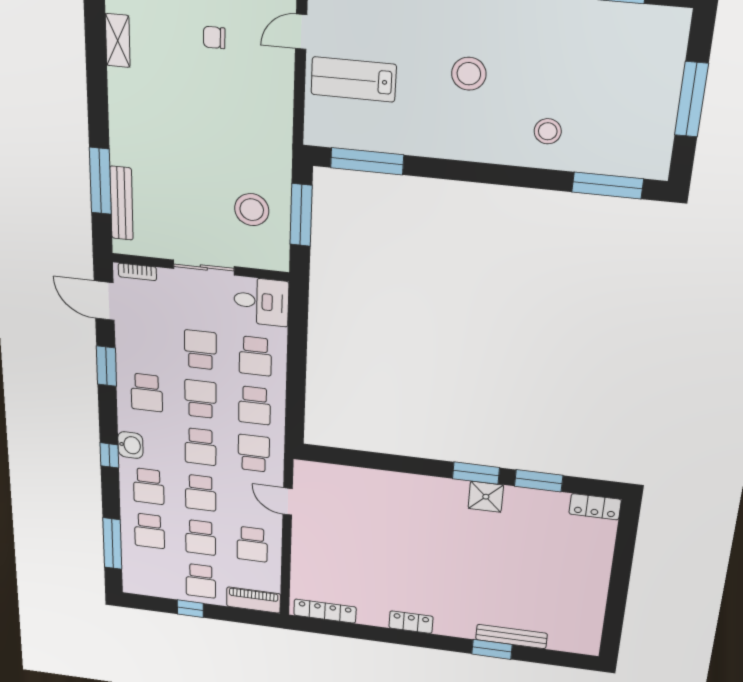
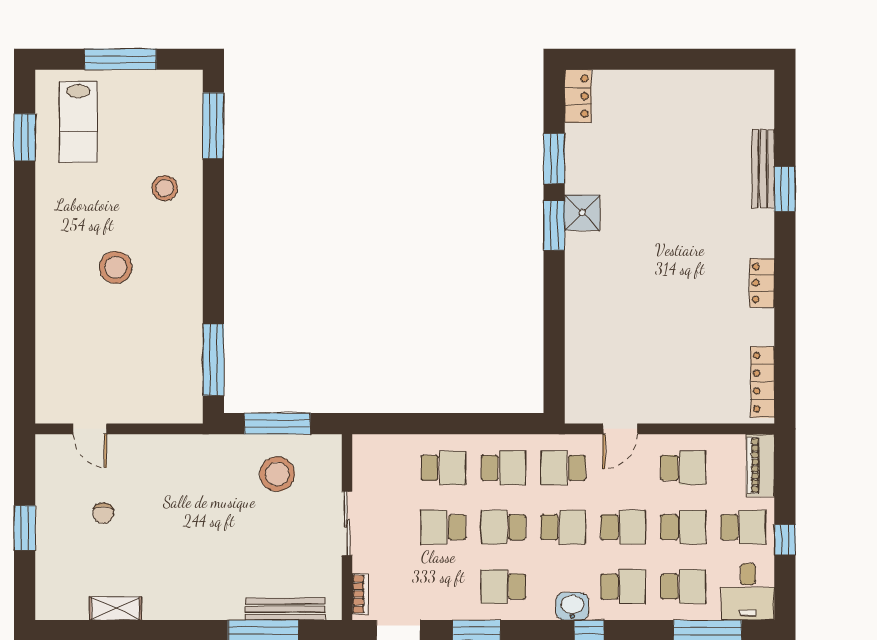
lab bench: (354, 79) -> (78, 122), moved
desk: (261, 302) -> (748, 592), moved, turned 180
school desk: (147, 393) -> (503, 587), turned 180

